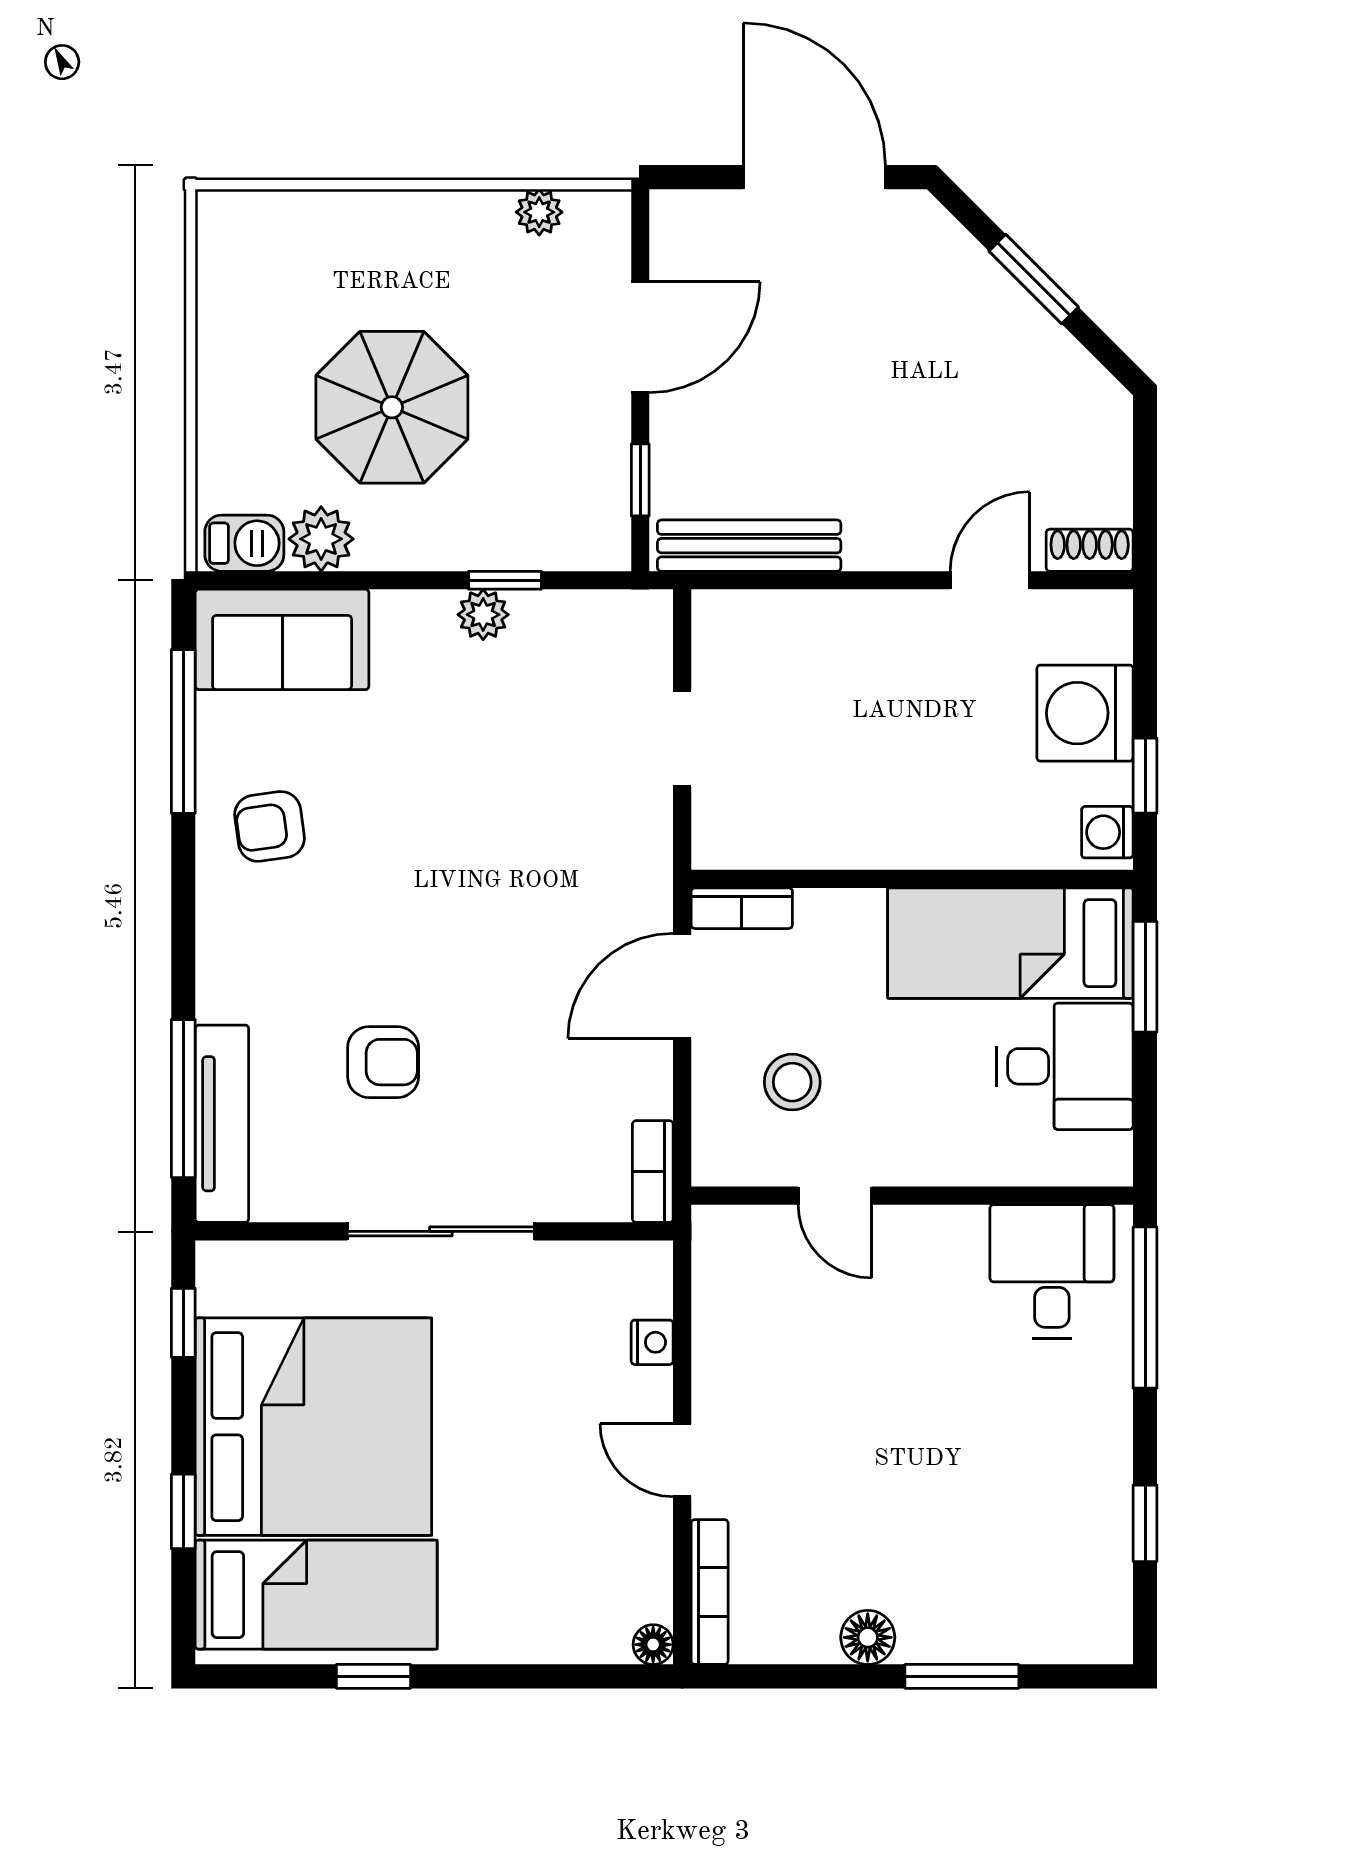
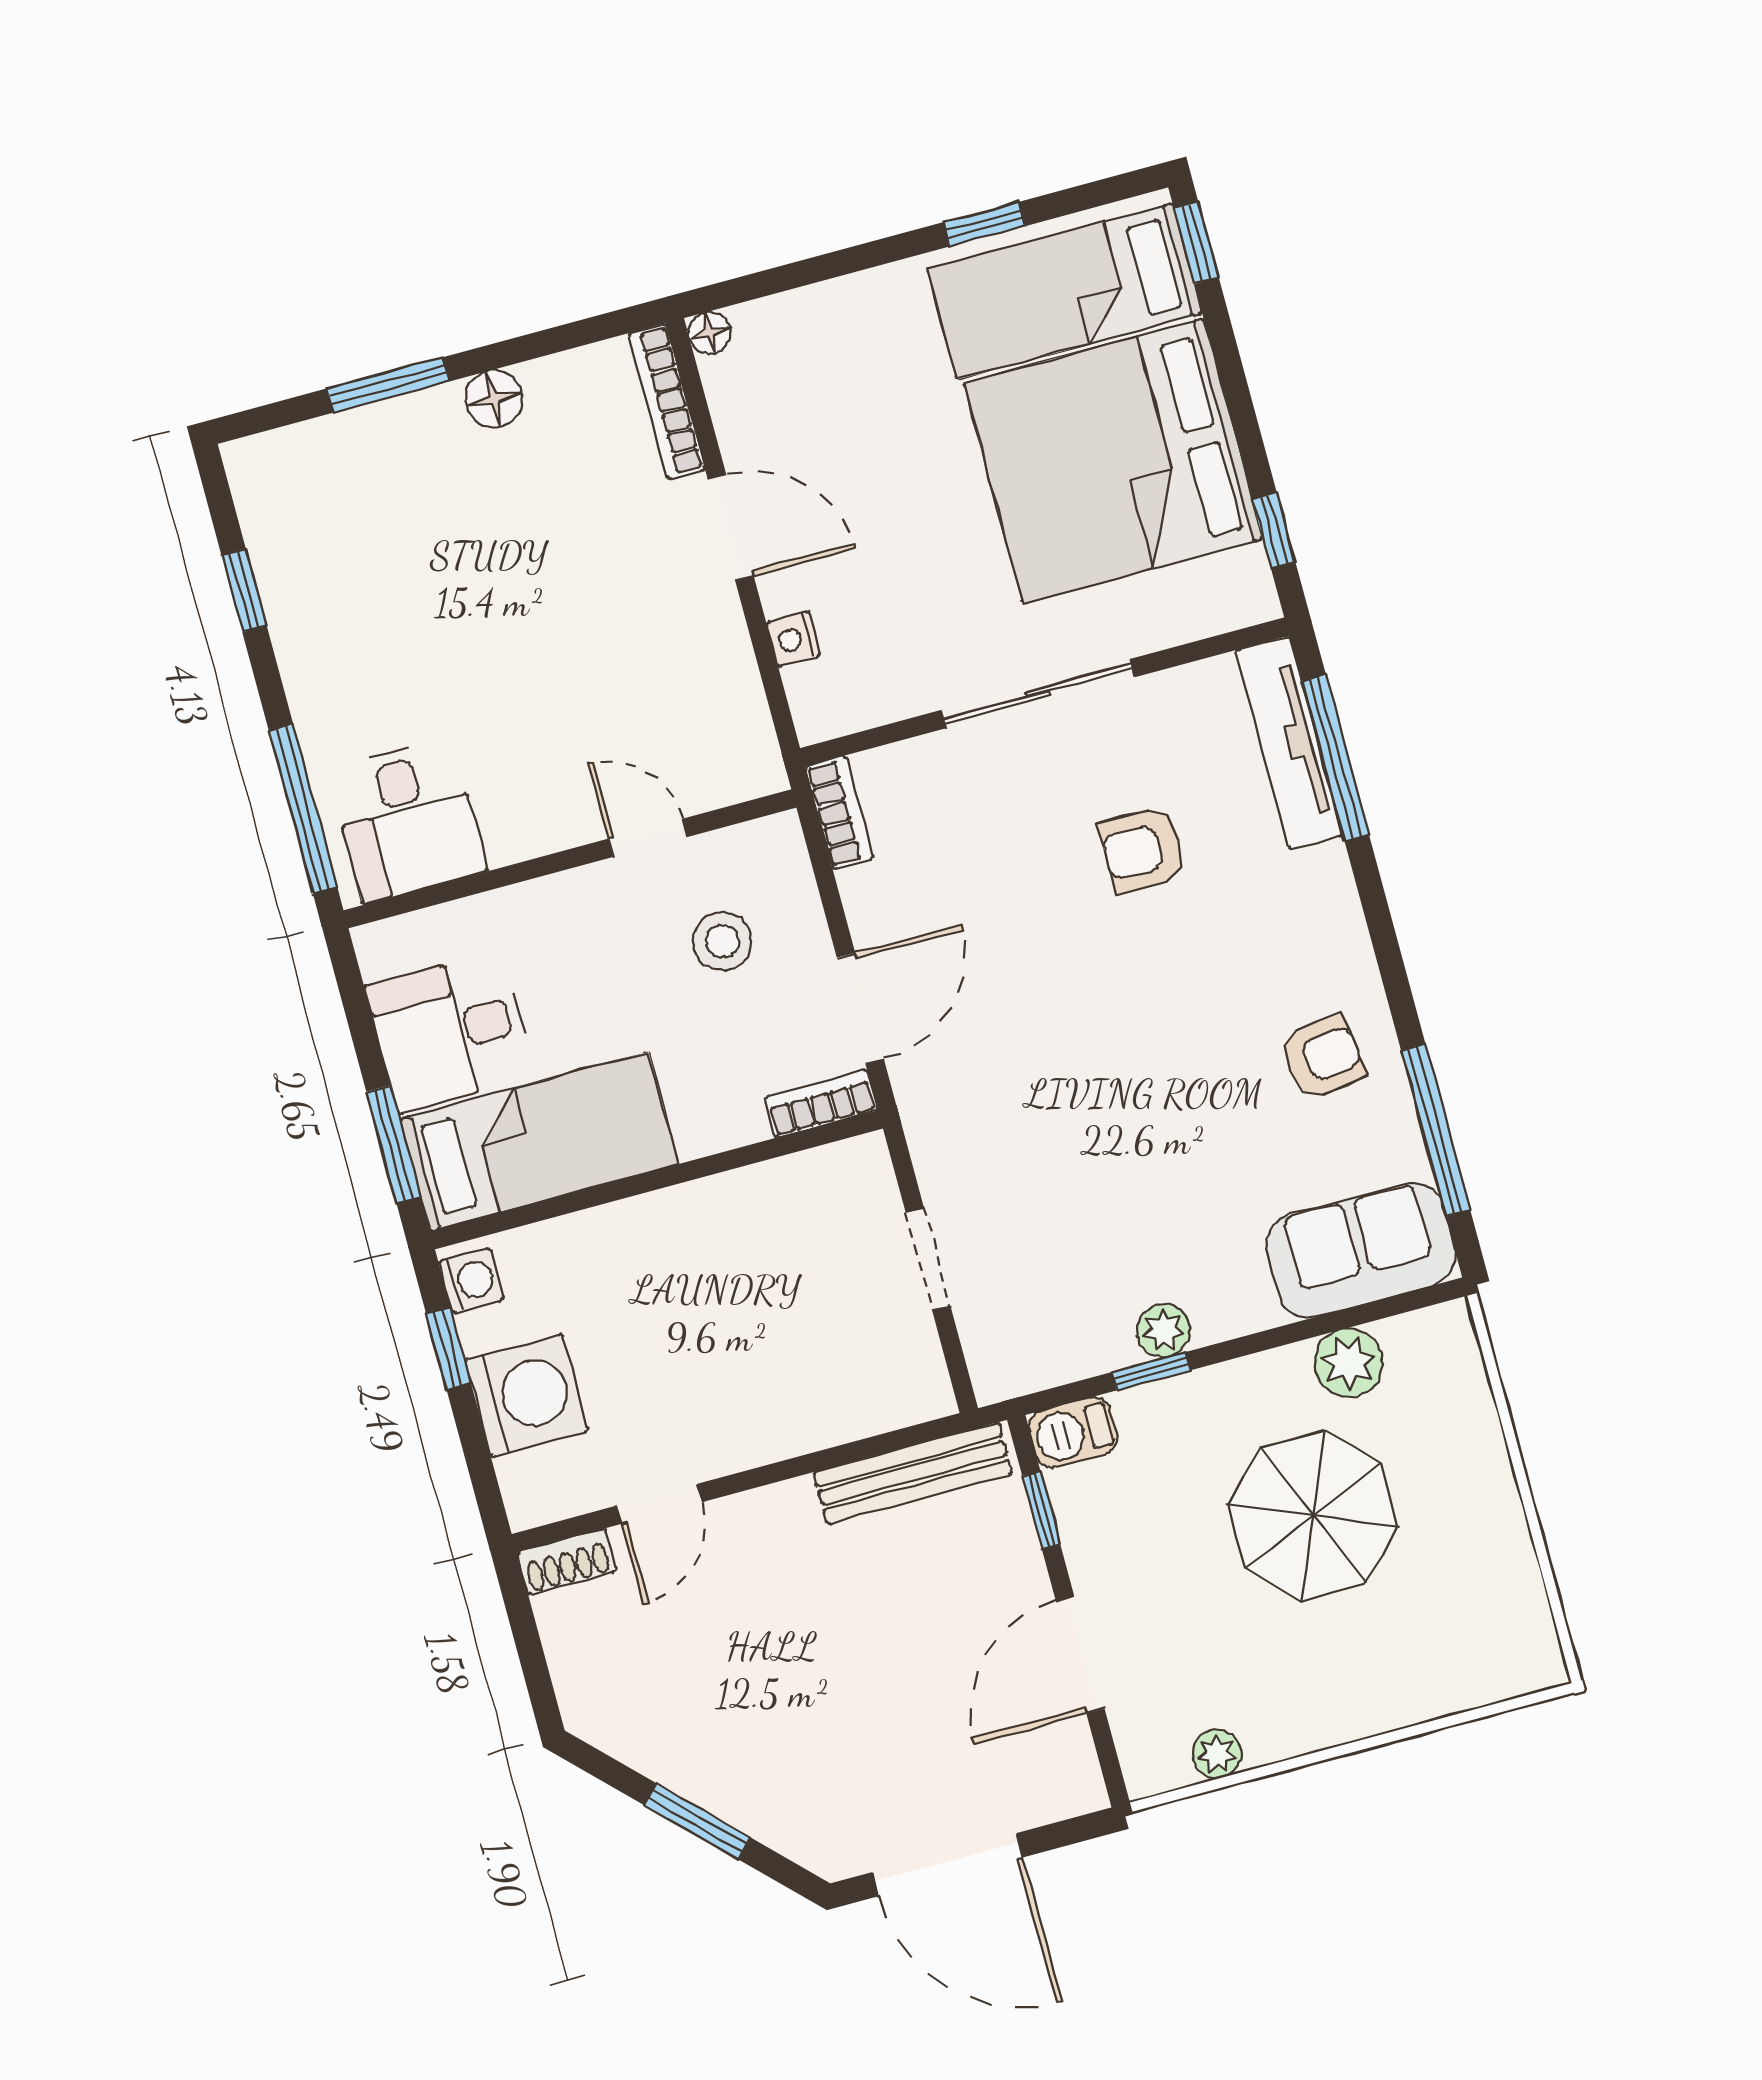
barbecue: (244, 543) -> (1073, 1433), moved
door: (682, 1460) -> (731, 528), width x1.38
window: (183, 1511) -> (1196, 243), moved

